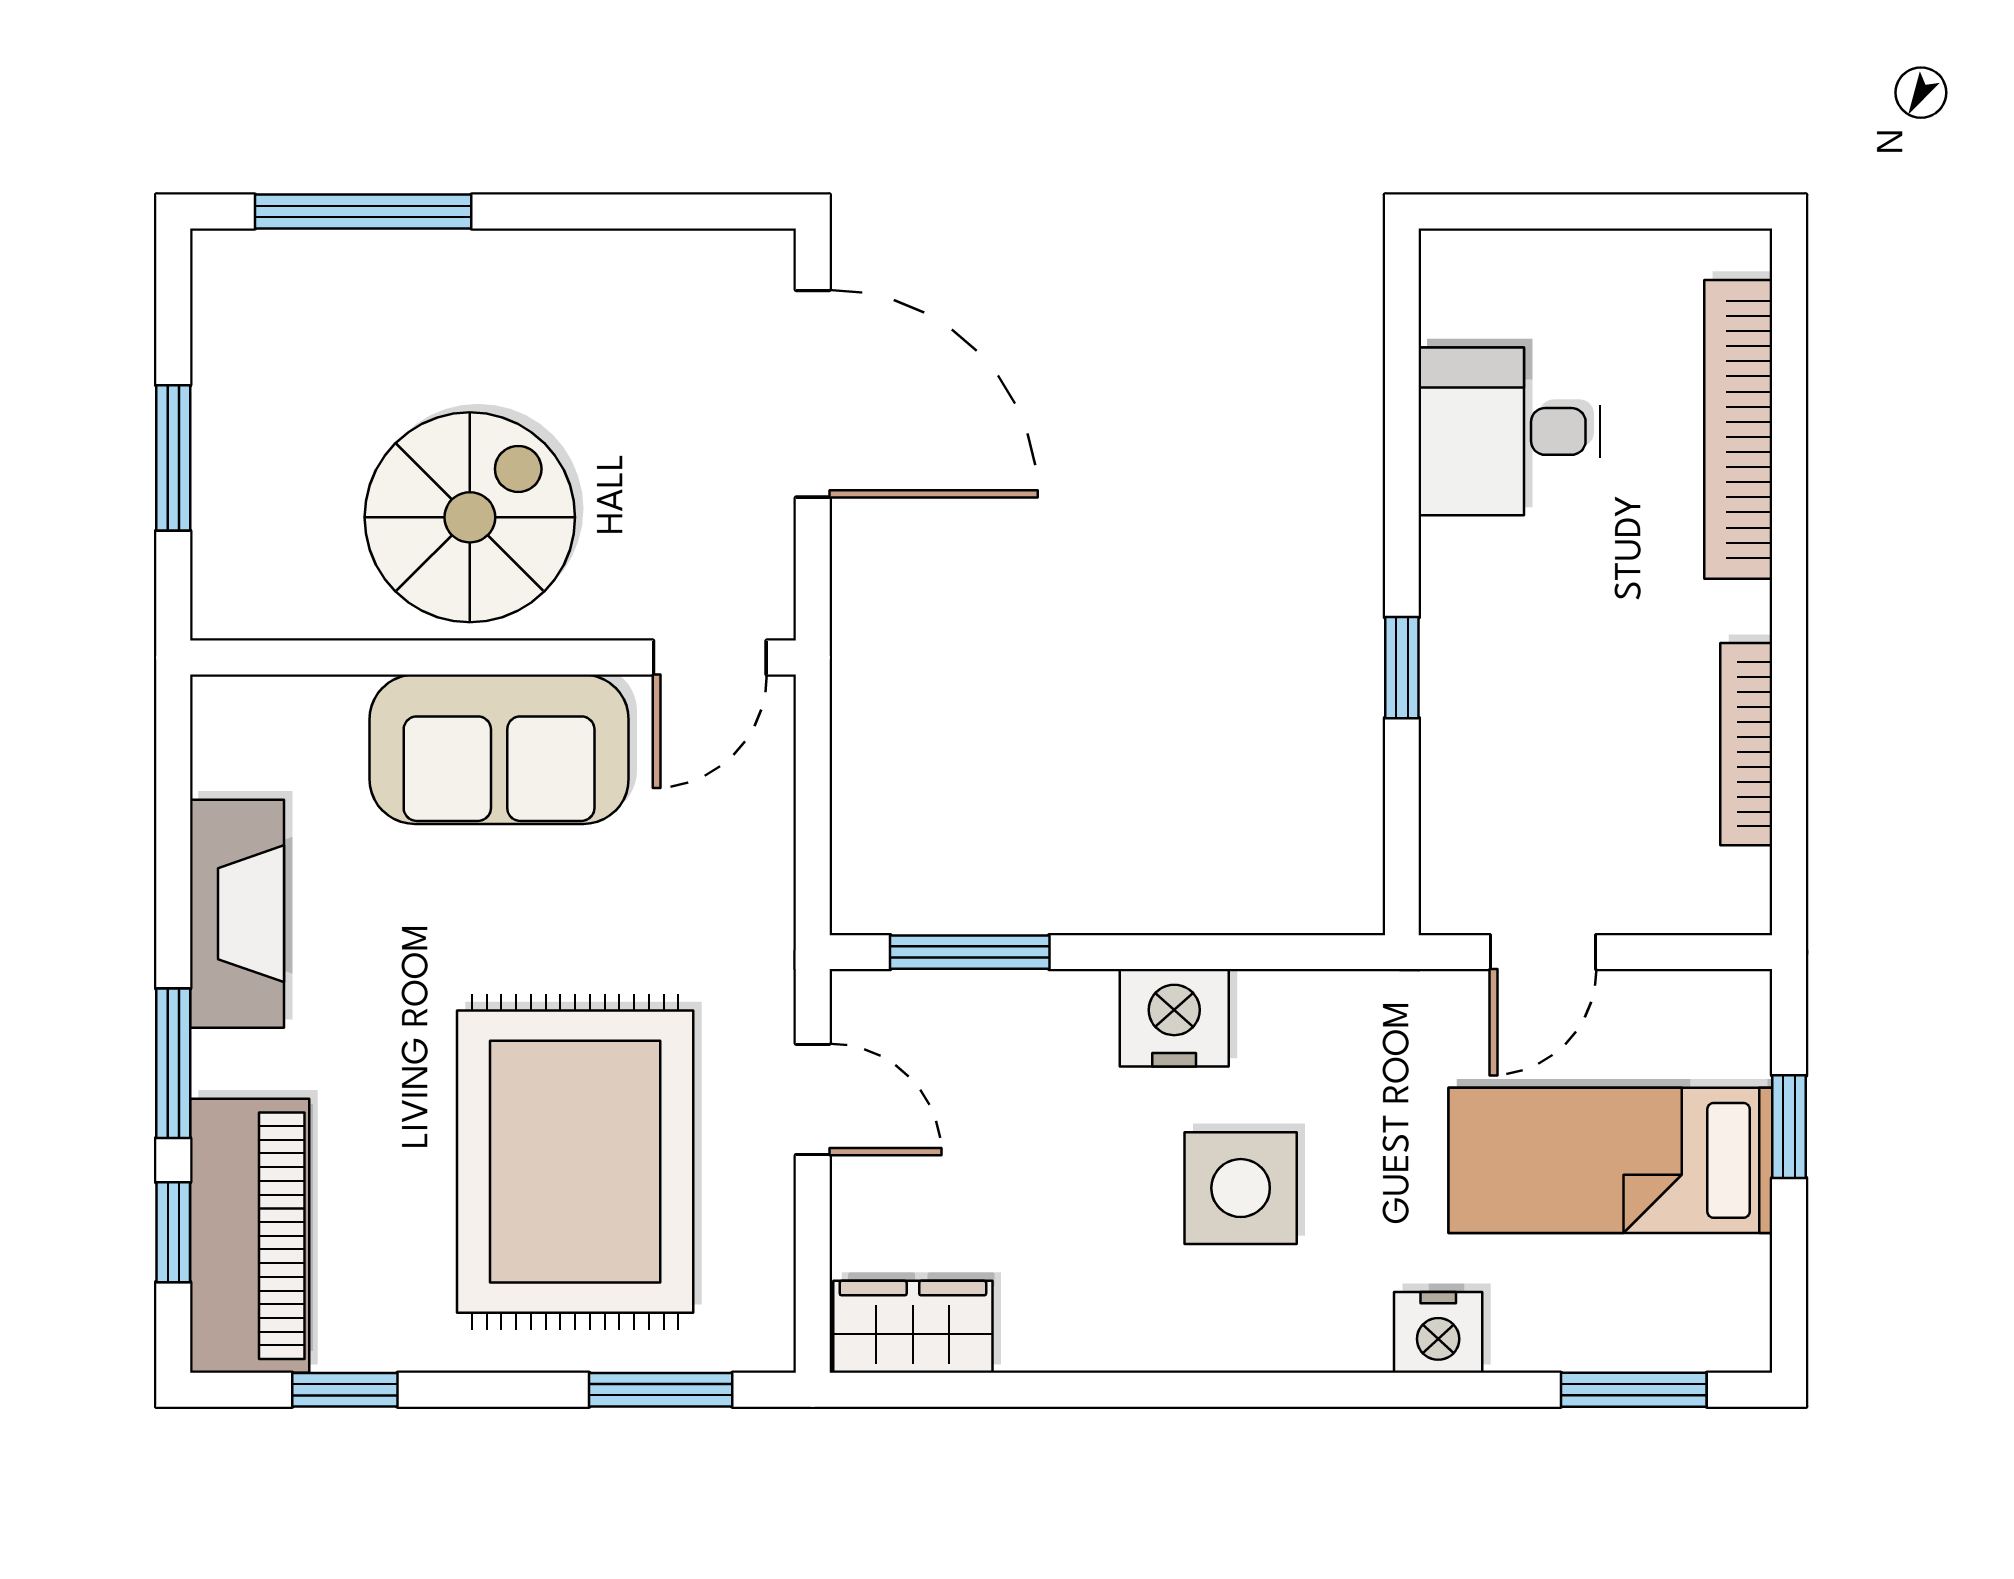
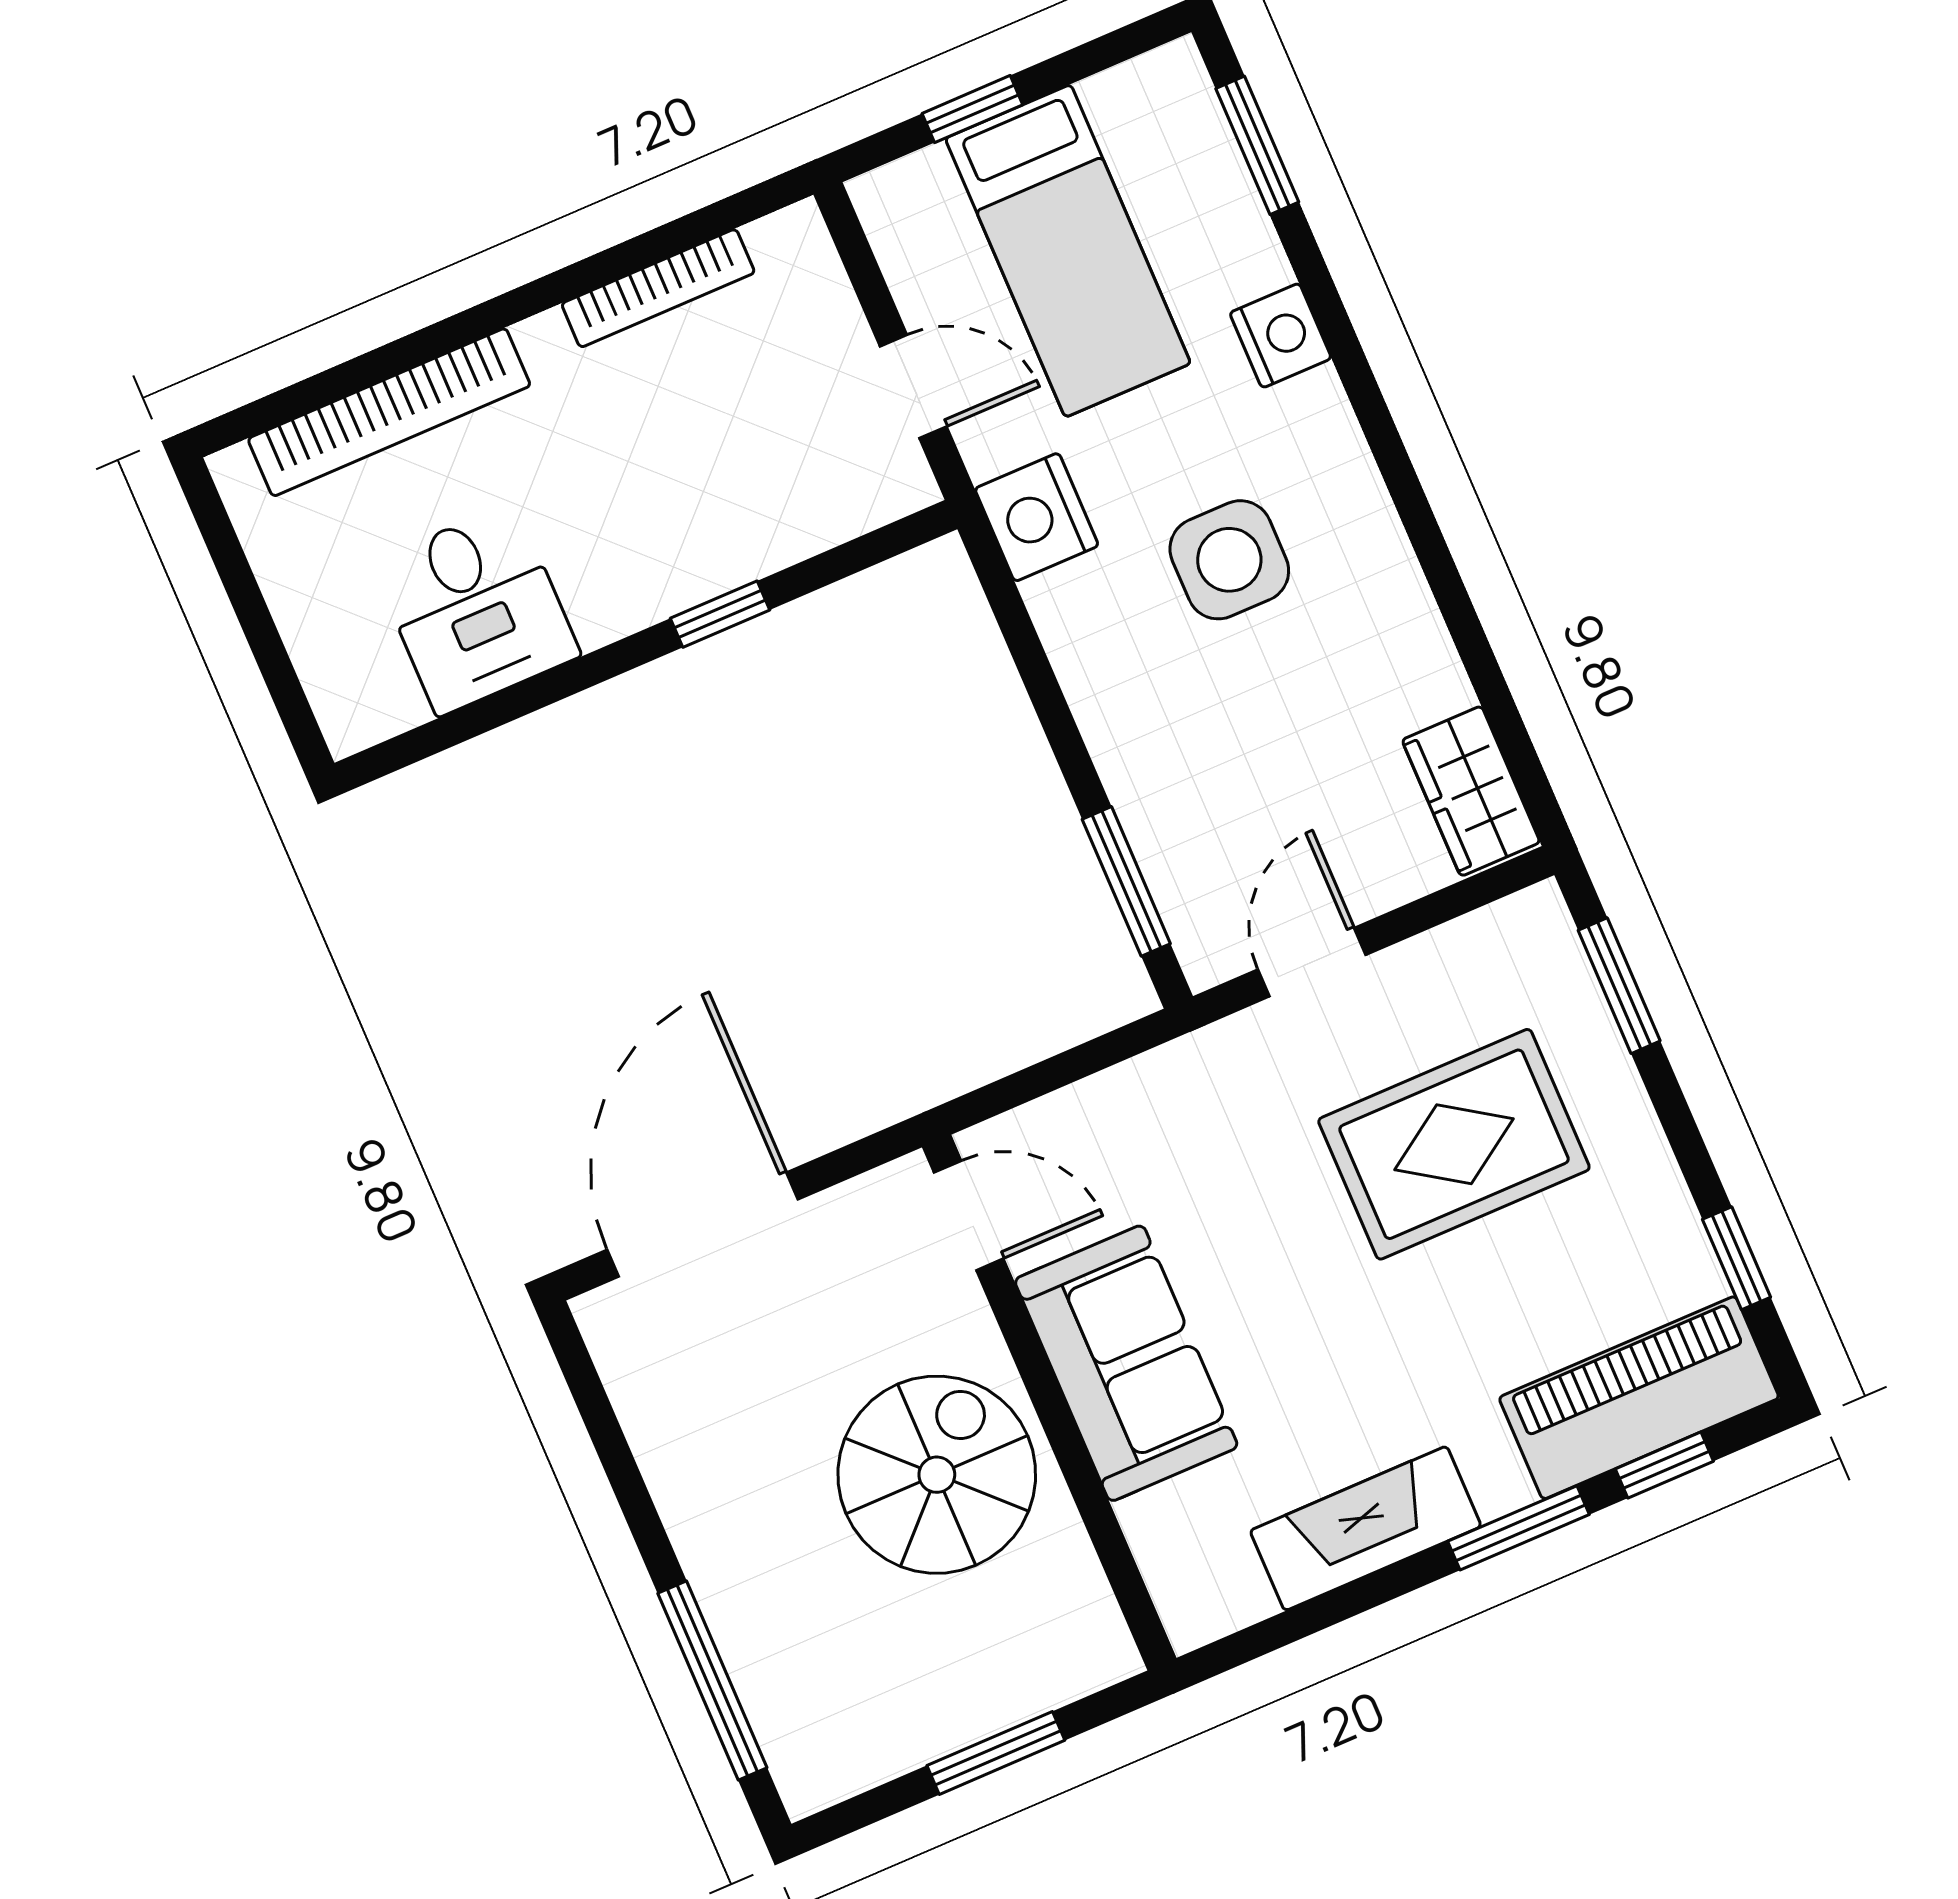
spiral stairs: (470, 517) -> (937, 1475), turned 90
nightstand: (1174, 1018) -> (1037, 517), moved
rug: (575, 1162) -> (1454, 1144), width x0.73, depth x0.69

